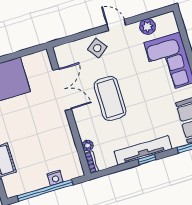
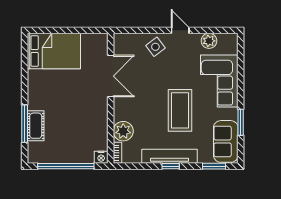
coffee table: (110, 98) -> (180, 110), moved
plant: (88, 145) -> (123, 131), width x1.88, depth x1.88
nightstand: (55, 178) -> (101, 157), moved

